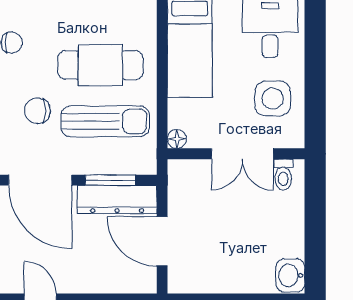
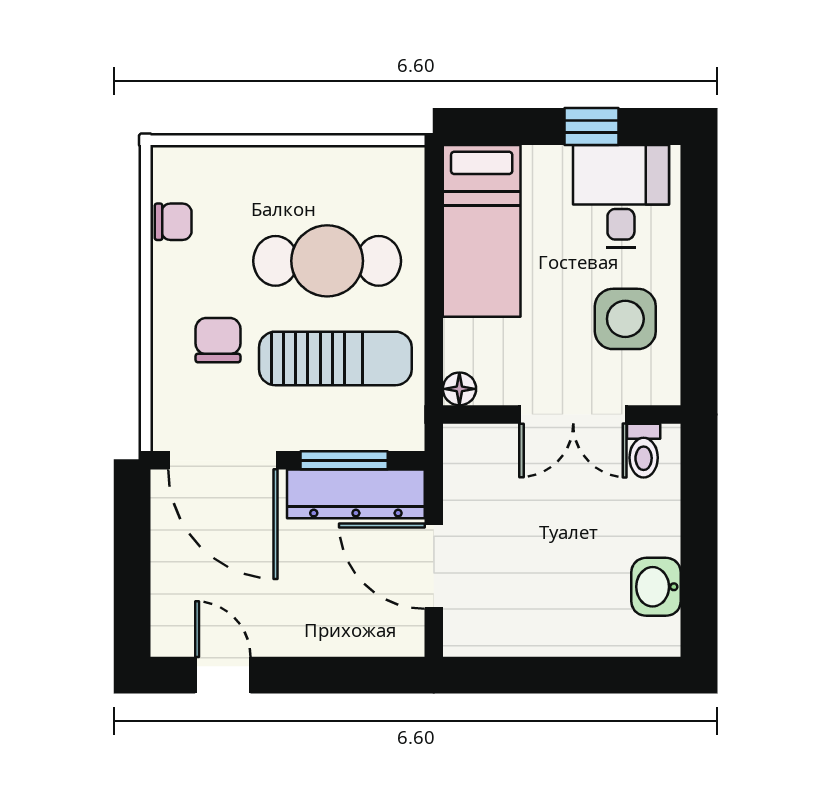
chair: (37, 111) -> (218, 340), turned 90
washbasin: (290, 275) -> (656, 587), moved

